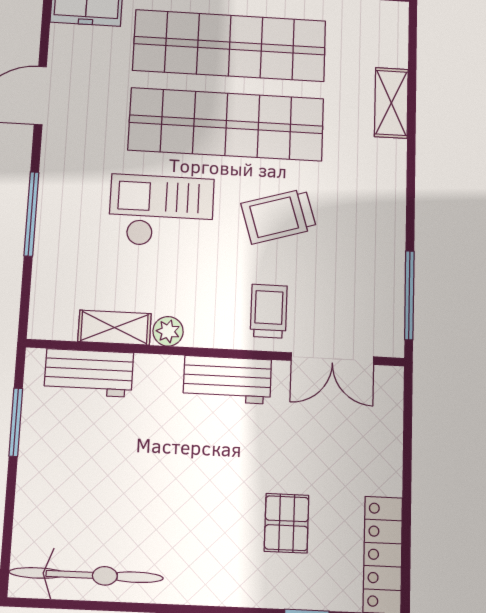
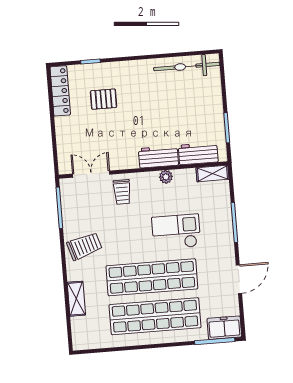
checkout: (161, 211) -> (176, 232), turned 180
trolley: (279, 216) -> (84, 246), moved
shelving: (115, 328) -> (212, 173), moved
workbench: (227, 380) -> (158, 157), moved
pallet: (287, 523) -> (104, 99), turned 90

